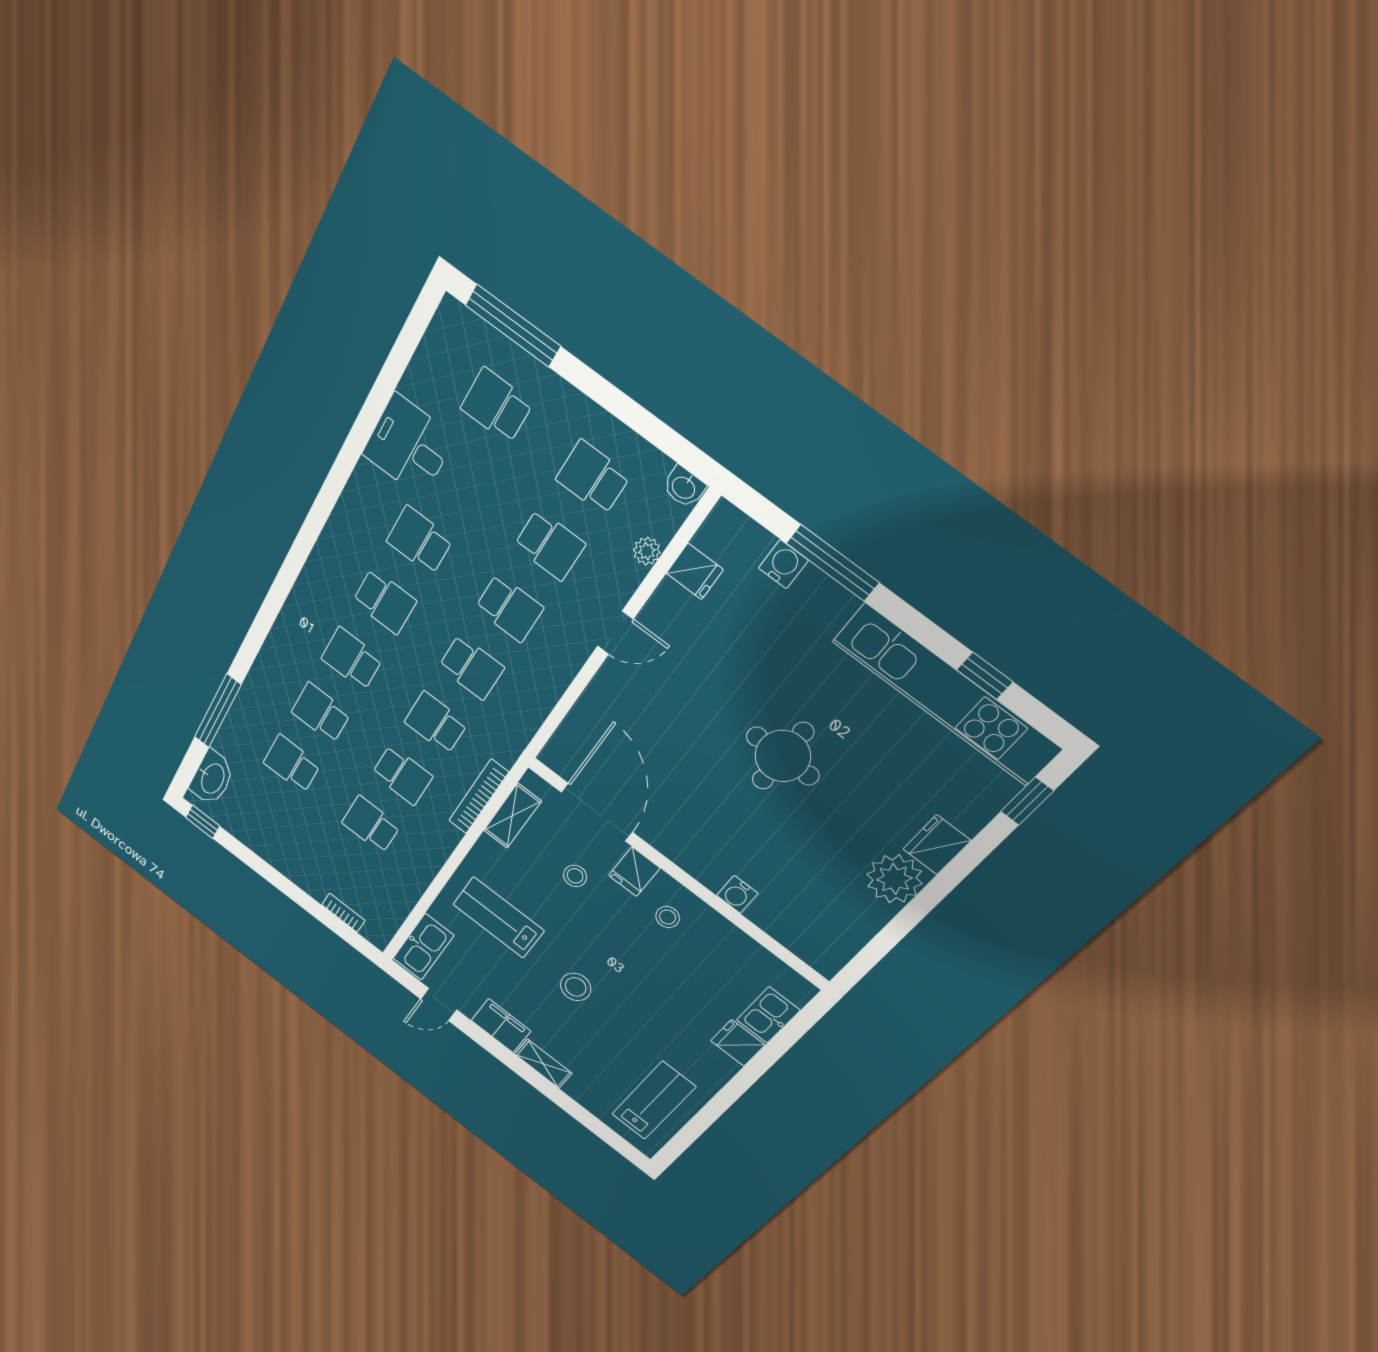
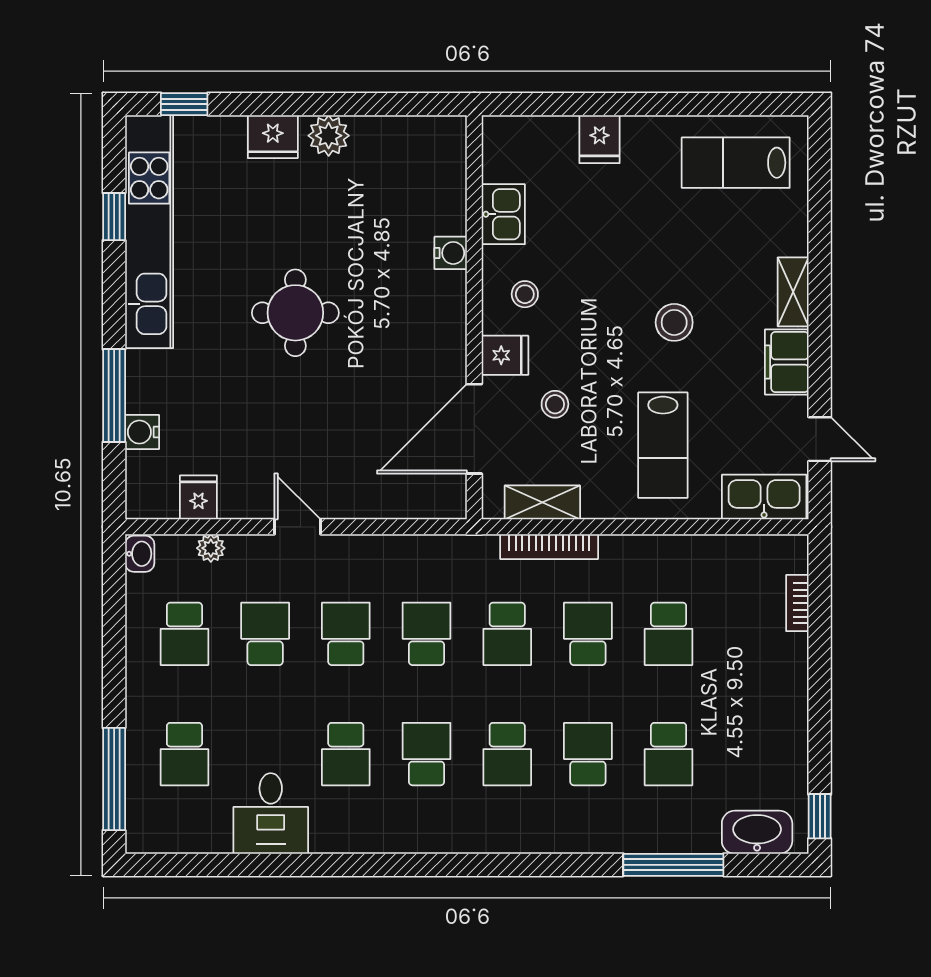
school desk: (321, 713) -> (588, 754), turned 180
plant: (894, 879) -> (329, 136), width x0.73, depth x0.73
kitchen sink: (768, 1015) -> (503, 214), moved, turned -90

